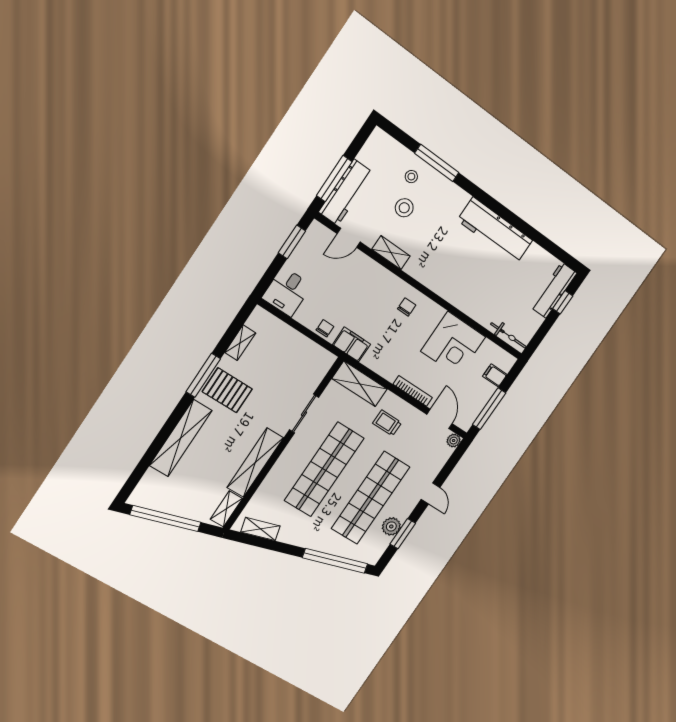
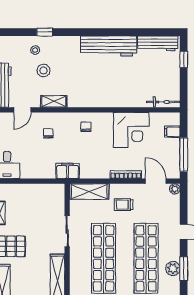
window: (437, 163) -> (45, 32), width x0.46
workbench: (554, 290) -> (158, 43), moved, turned -90
chair: (325, 328) -> (48, 133), moved

